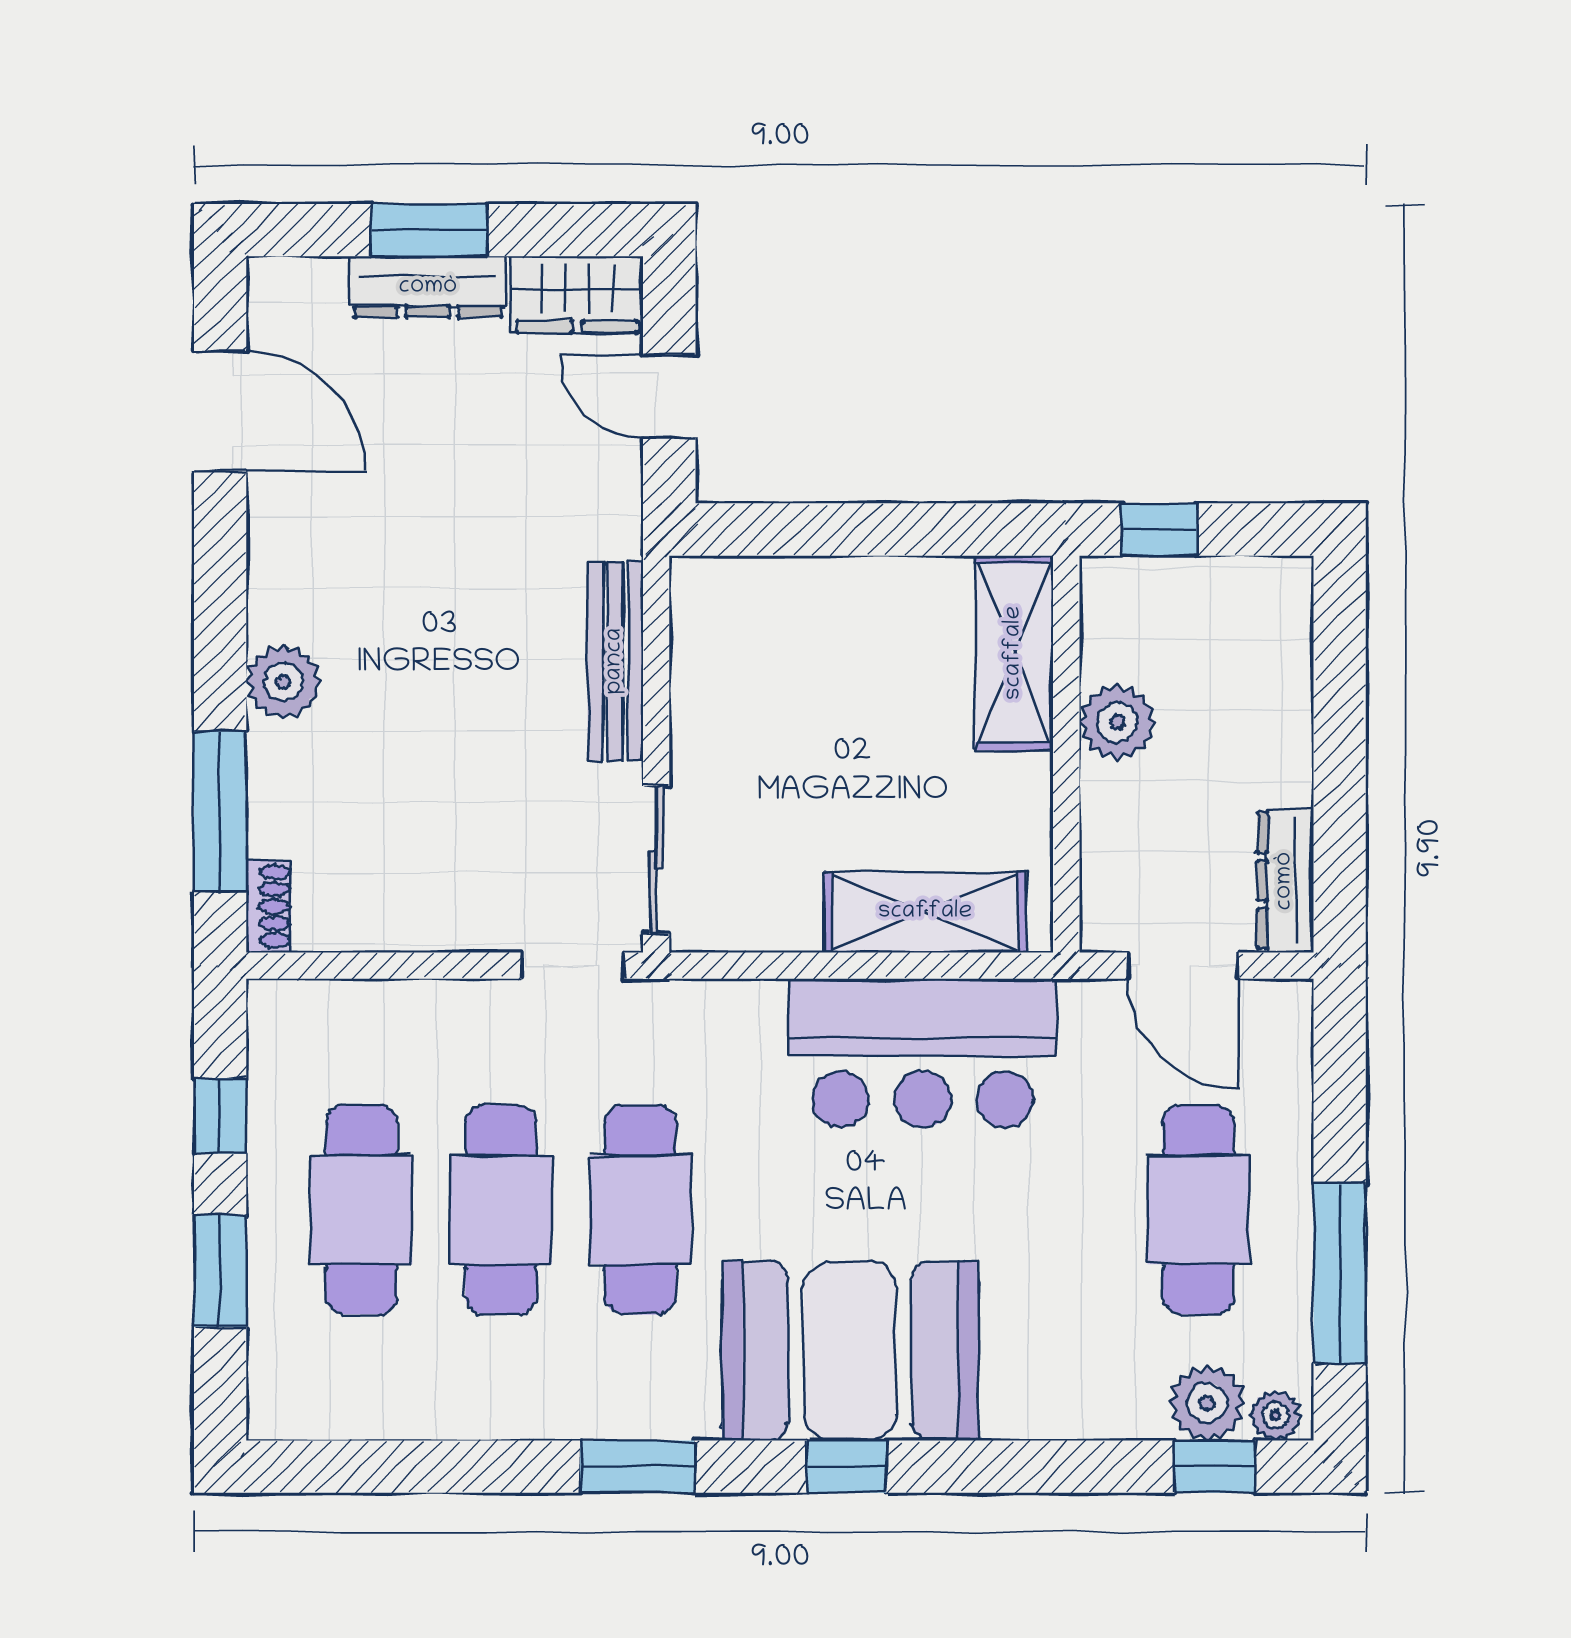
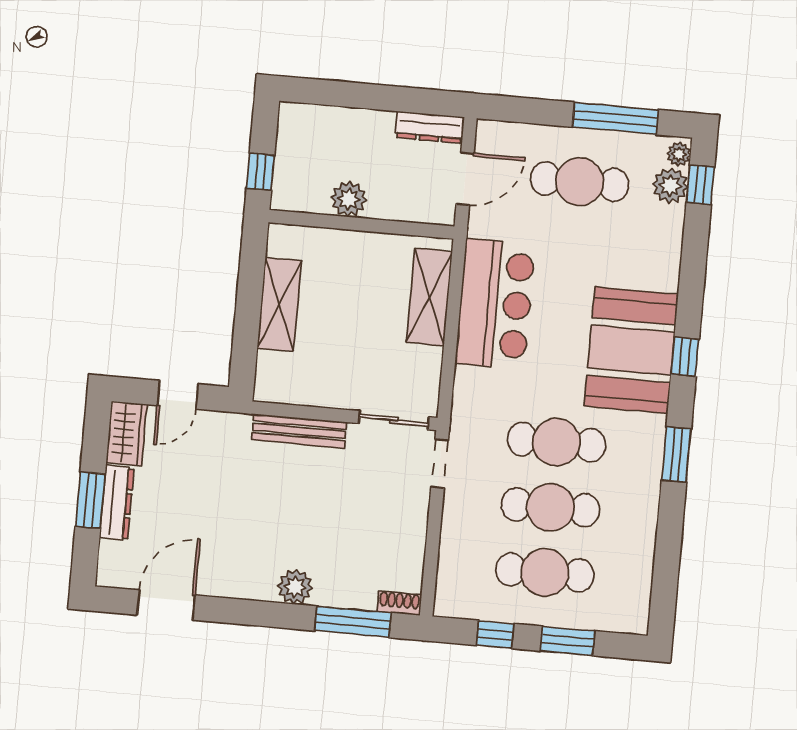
shelving: (1014, 653) -> (279, 304), moved, turned 90

